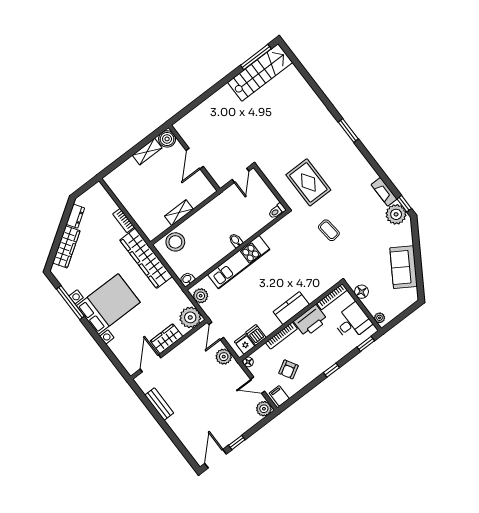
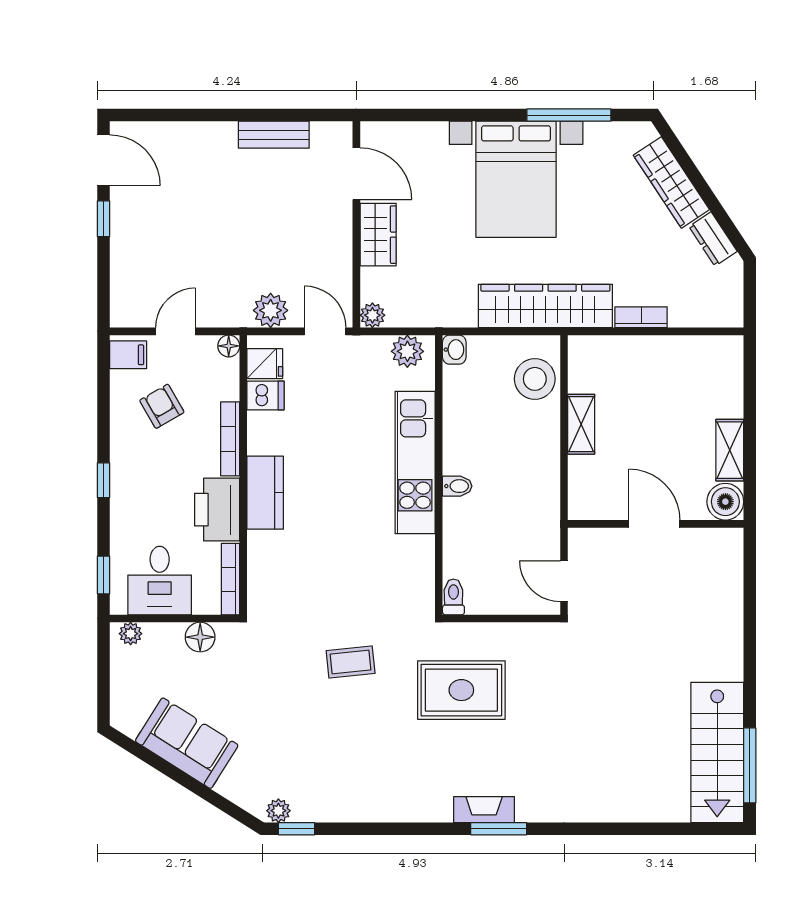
fireplace: (384, 192) -> (484, 810), moved
plant: (396, 214) -> (278, 811), width x0.53, depth x0.53
plant: (190, 317) -> (372, 315), width x0.53, depth x0.53
plant: (264, 409) -> (126, 311), removed

